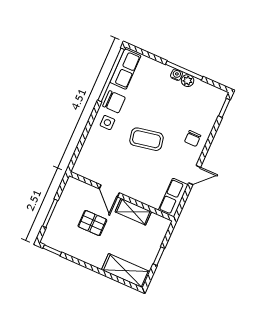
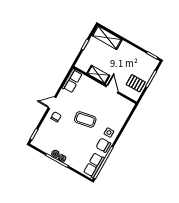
door: (195, 175) -> (52, 103), moved
pallet: (92, 223) -> (136, 83), moved

